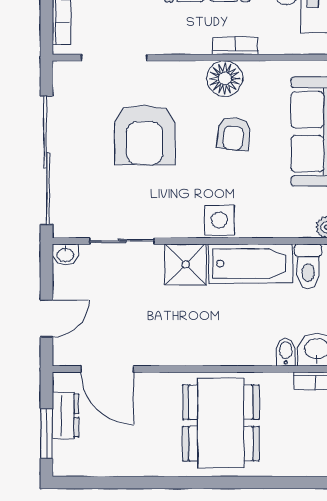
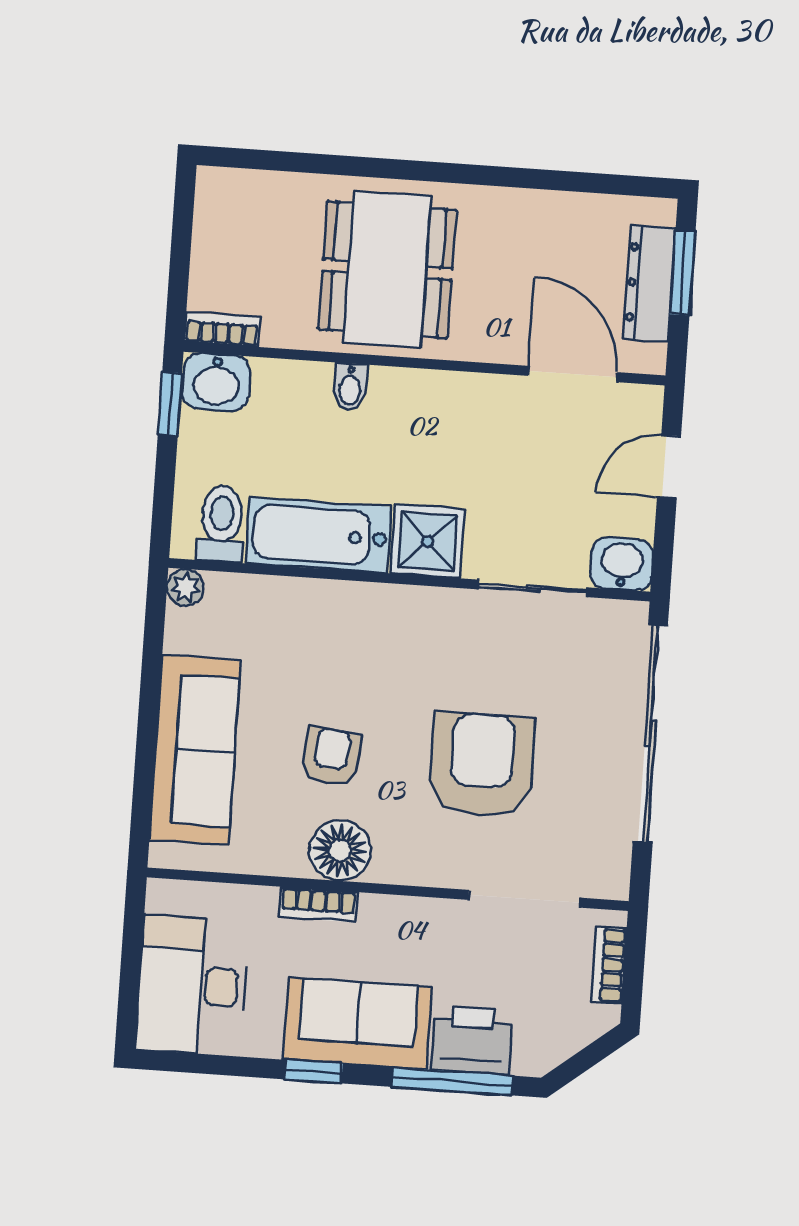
side table: (219, 220) -> (366, 612), removed
washbasin: (65, 254) -> (622, 564), width x1.38, depth x1.45
bidet: (286, 352) -> (350, 387), moved
dresser: (66, 415) -> (650, 283), width x1.44

